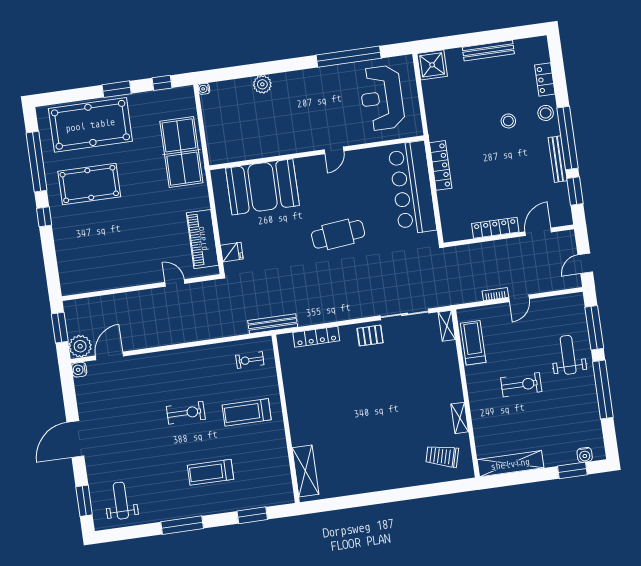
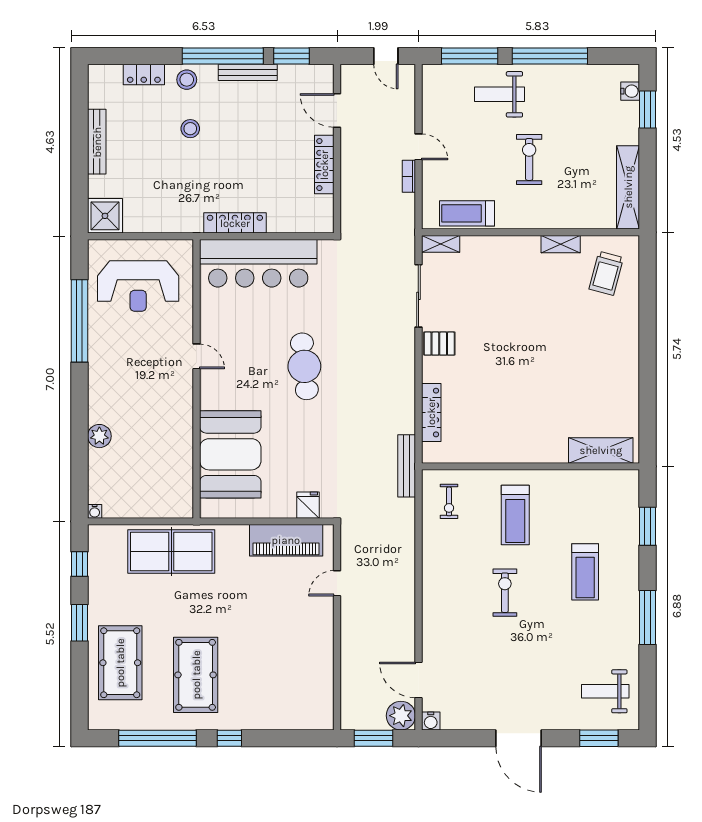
pool table: (90, 125) -> (120, 663), width x0.73, depth x0.76
pallet: (370, 336) -> (439, 344), turned 90

